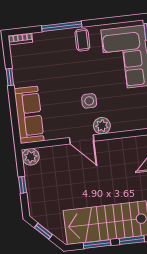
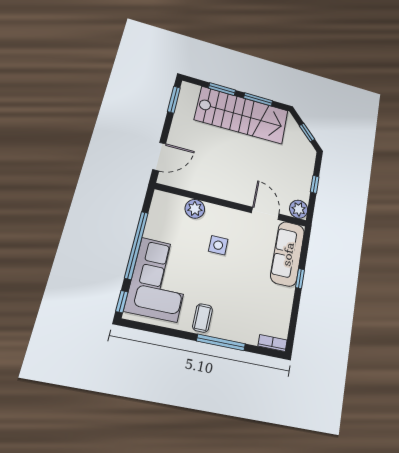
window: (10, 77) -> (300, 279), moved
plant: (102, 126) -> (195, 209), moved
door: (82, 139) -> (265, 213), moved

